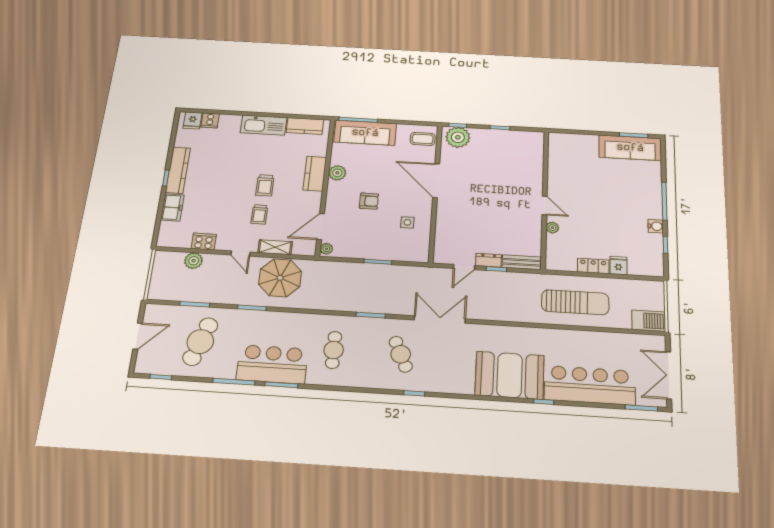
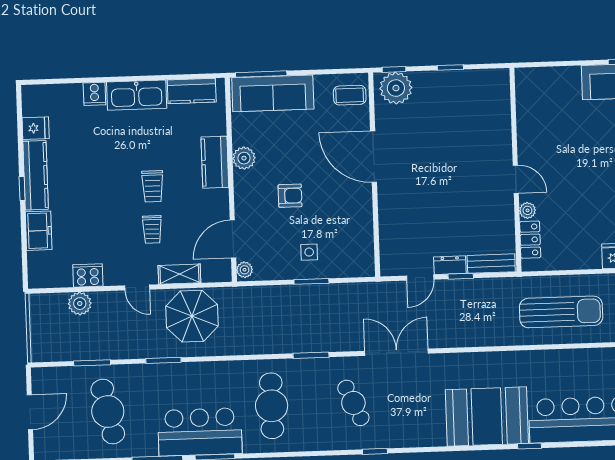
fridge: (192, 120) -> (36, 128), moved, turned -90
cooker: (210, 120) -> (94, 94), moved
side table: (407, 222) -> (309, 252), moved
locker: (593, 266) -> (530, 240), moved, turned 90
cafe table: (200, 342) -> (108, 412), turned -30
cafe table: (334, 350) -> (272, 406), width x1.37, depth x1.35

